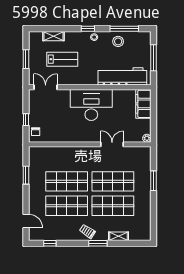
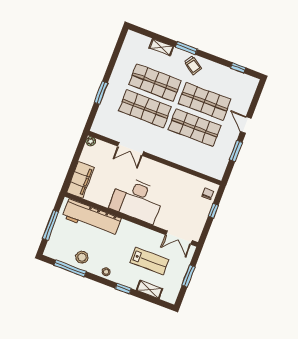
window: (88, 29) -> (123, 289), moved
lab bench: (62, 59) -> (149, 261), turned 180
door: (26, 221) -> (246, 125), moved

